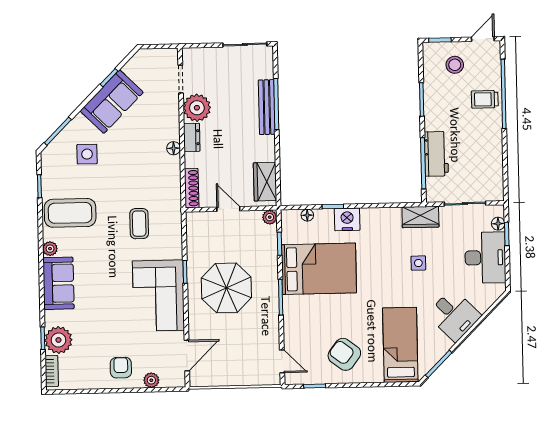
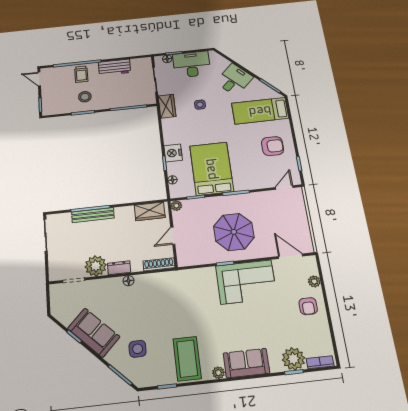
stool: (455, 65) -> (85, 97), moved
workbench: (436, 154) -> (114, 67), moved, turned 180
coffee table: (139, 224) -> (191, 302), removed
armchair: (344, 354) -> (272, 146), turned -127
armchair: (121, 368) -> (308, 306), turned -90

